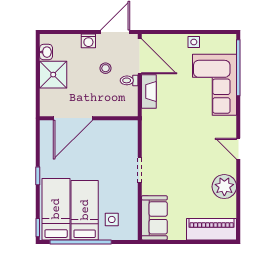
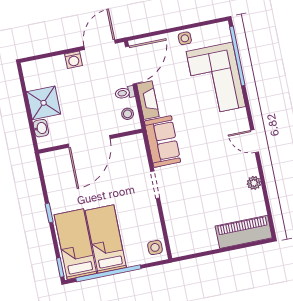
washbasin: (46, 52) -> (41, 128), moved
door: (140, 56) -> (131, 65), hinge flipped
stool: (106, 68) -> (128, 114), moved
door: (73, 118) -> (89, 141), moved
plant: (224, 187) -> (254, 183), width x0.53, depth x0.53
sofa: (154, 218) -> (163, 142), moved
side table: (112, 219) -> (155, 247), moved

